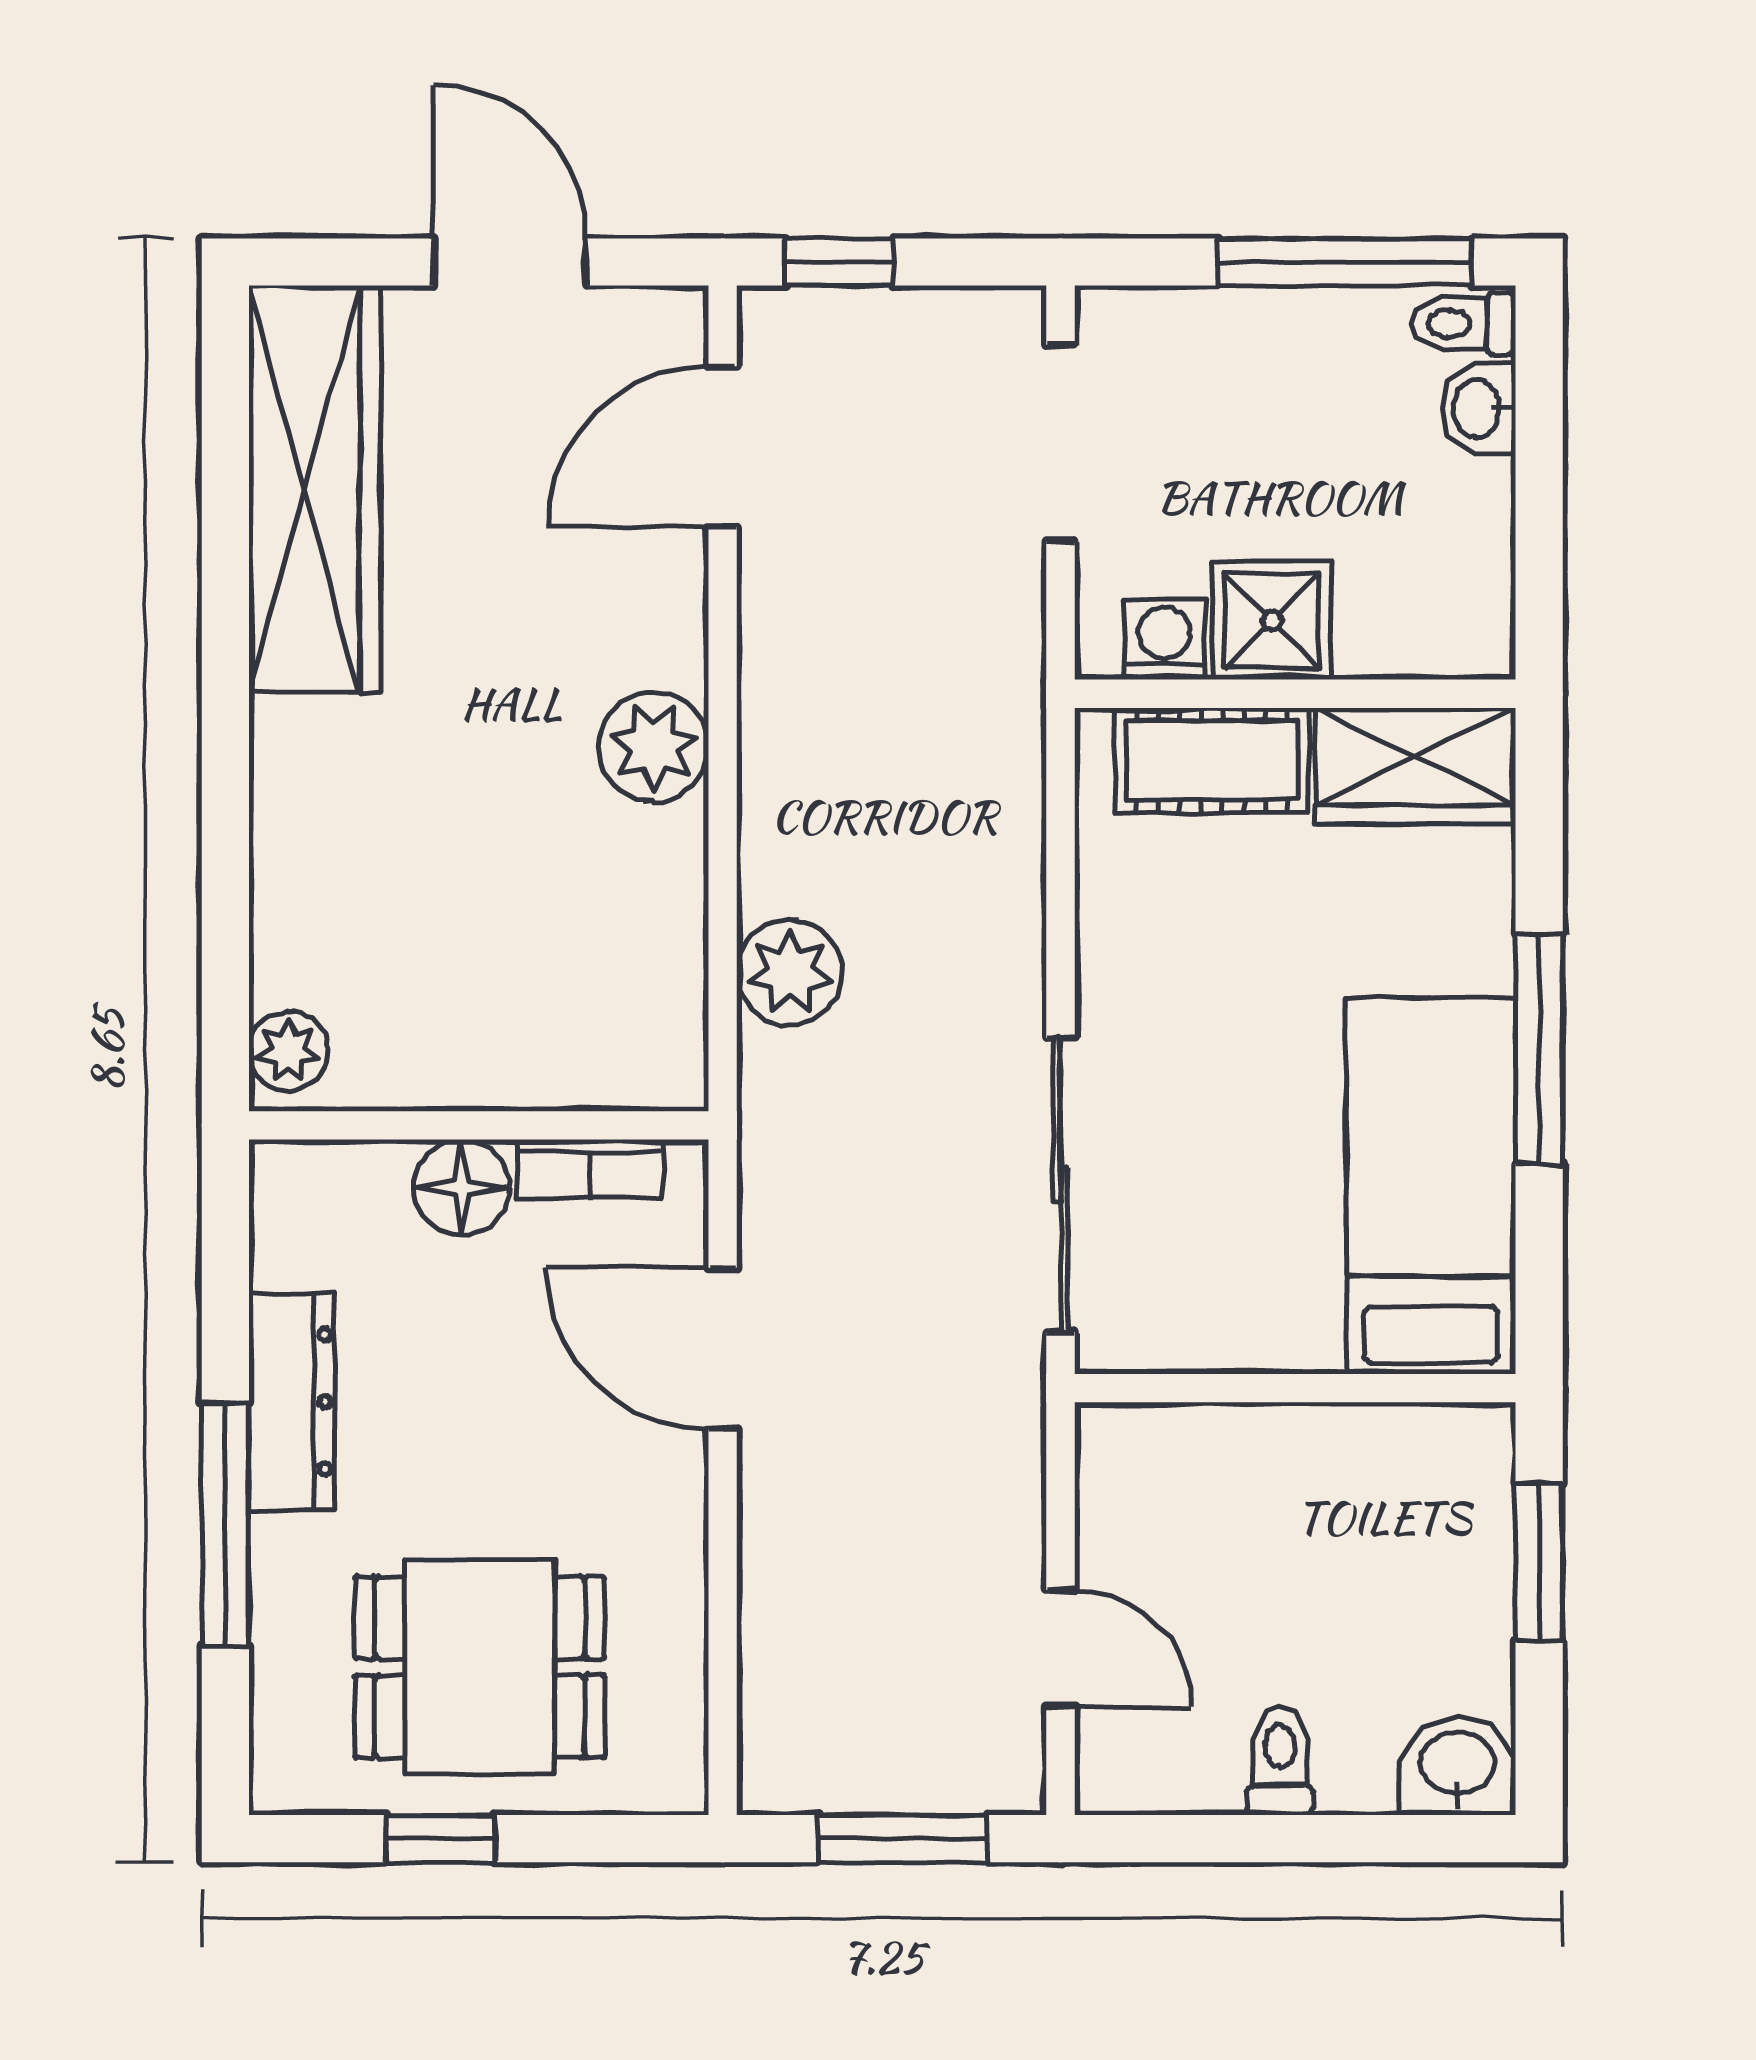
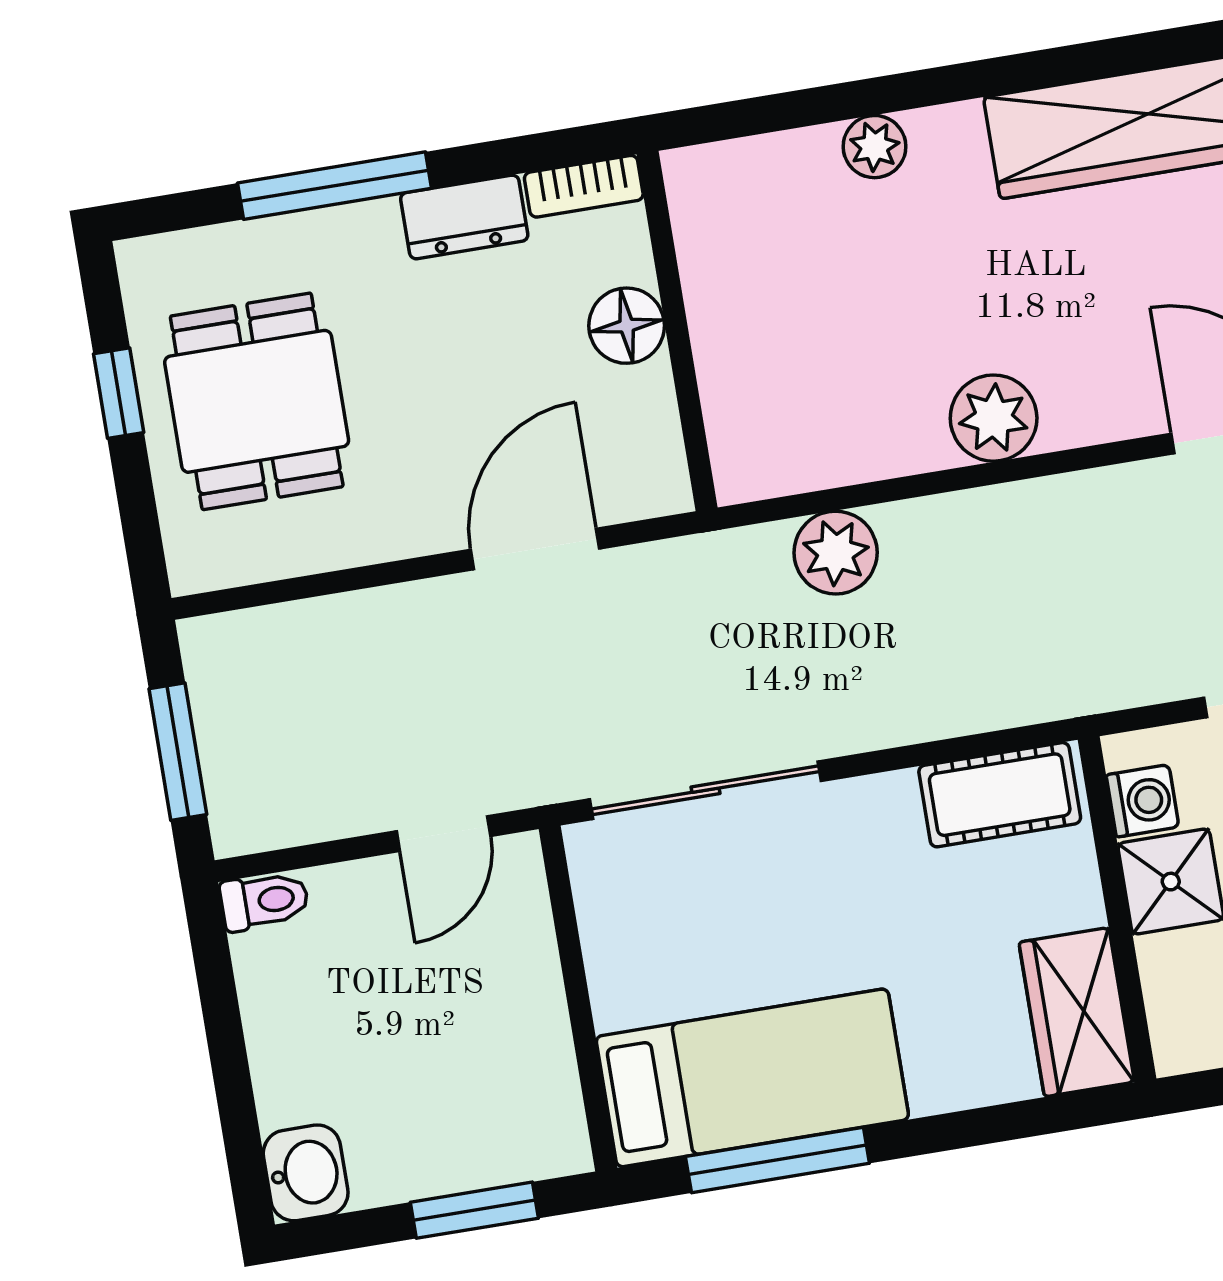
cot: (1212, 760) -> (1000, 795), moved, turned 90
window: (1539, 1049) -> (777, 1160), moved
plant: (288, 1051) -> (874, 147), moved
bookcase: (590, 1169) -> (584, 186), moved, turned -90
dresser: (292, 1402) -> (464, 217), width x0.70
door: (1061, 1648) -> (443, 834), moved
toilet: (1280, 1761) -> (264, 901), moved

